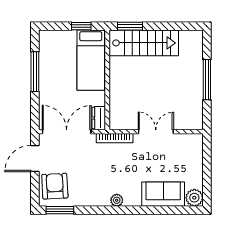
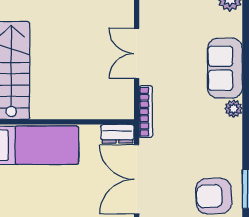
sofa: (163, 194) -> (225, 68), moved

